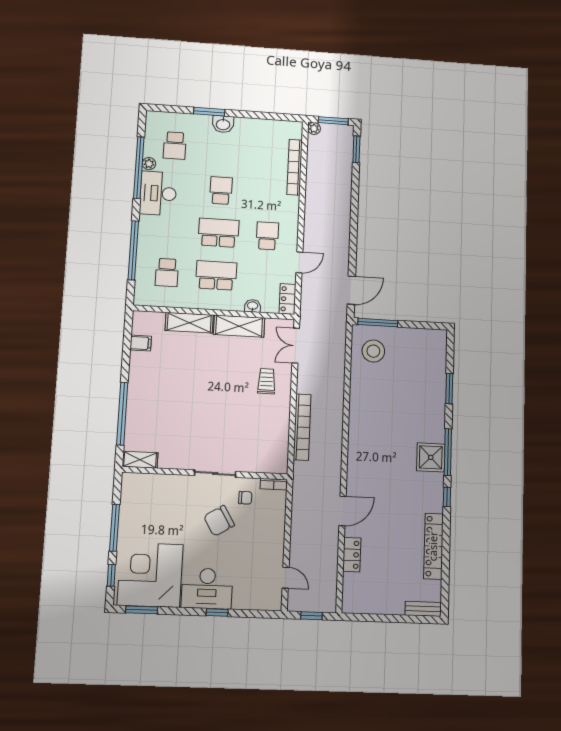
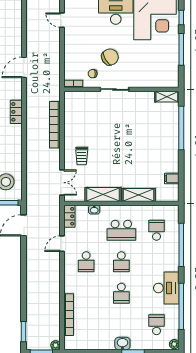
plant: (149, 164) -> (174, 344), moved
school desk: (219, 233) -> (121, 262), width x0.54
locker: (352, 555) -> (16, 112), moved

